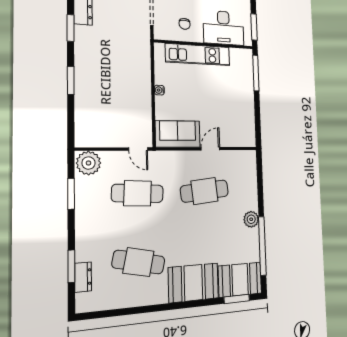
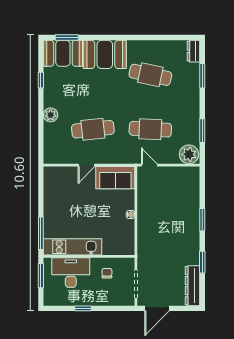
kitchen unit: (198, 55) -> (73, 247), moved
plant: (251, 219) -> (51, 115), moved
window: (262, 246) -> (41, 80), width x0.32
dresser: (83, 277) -> (194, 51), moved

